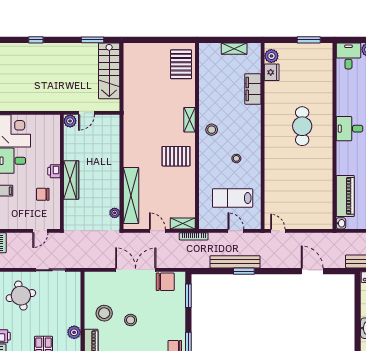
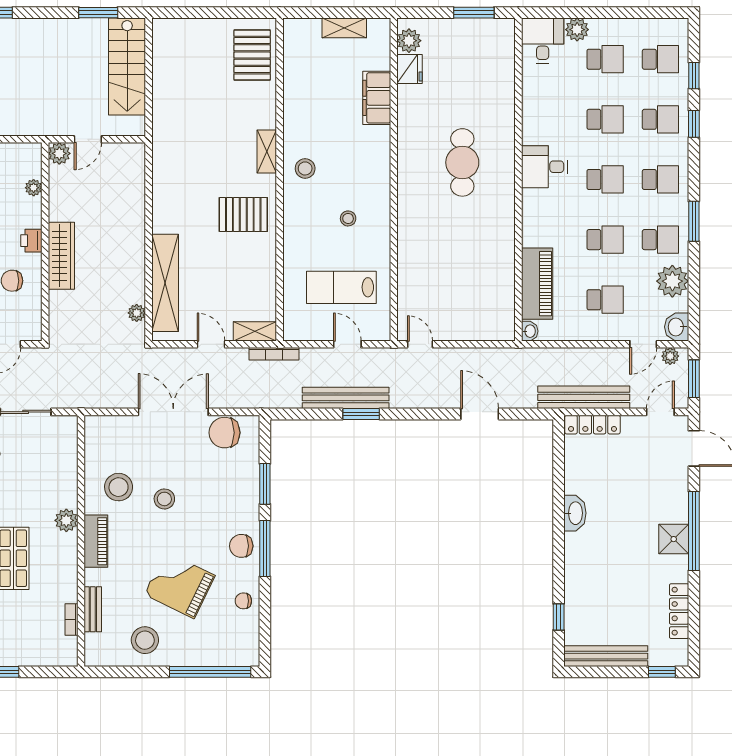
plant: (55, 141) -> (34, 188), added
chair: (165, 282) -> (224, 433), turned 180
window: (188, 296) -> (265, 484), moved

